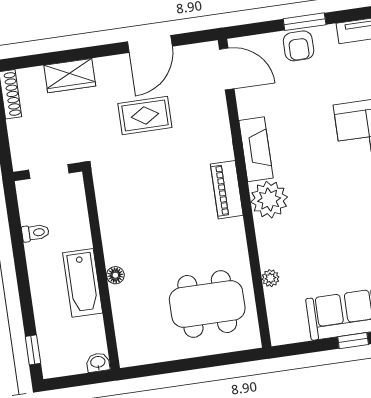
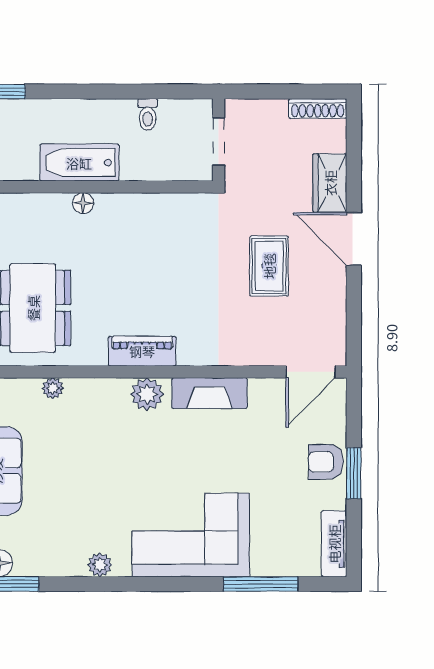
door: (150, 44) -> (354, 239), moved
piano: (227, 190) -> (142, 351), moved
plant: (269, 200) -> (147, 394), width x0.73, depth x0.73

